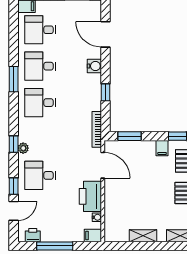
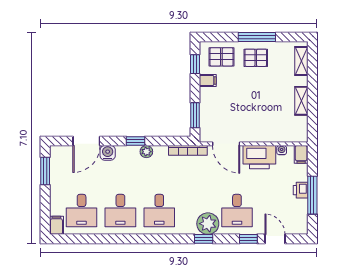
water cooler: (94, 66) -> (108, 153), moved
window: (14, 79) -> (134, 239), removed
plant: (95, 91) -> (146, 152), added
window: (105, 92) -> (136, 141), moved
plant: (23, 148) -> (208, 224), width x1.87, depth x1.87
door: (103, 165) -> (226, 144), swing flipped
printer: (33, 235) -> (301, 190), moved

